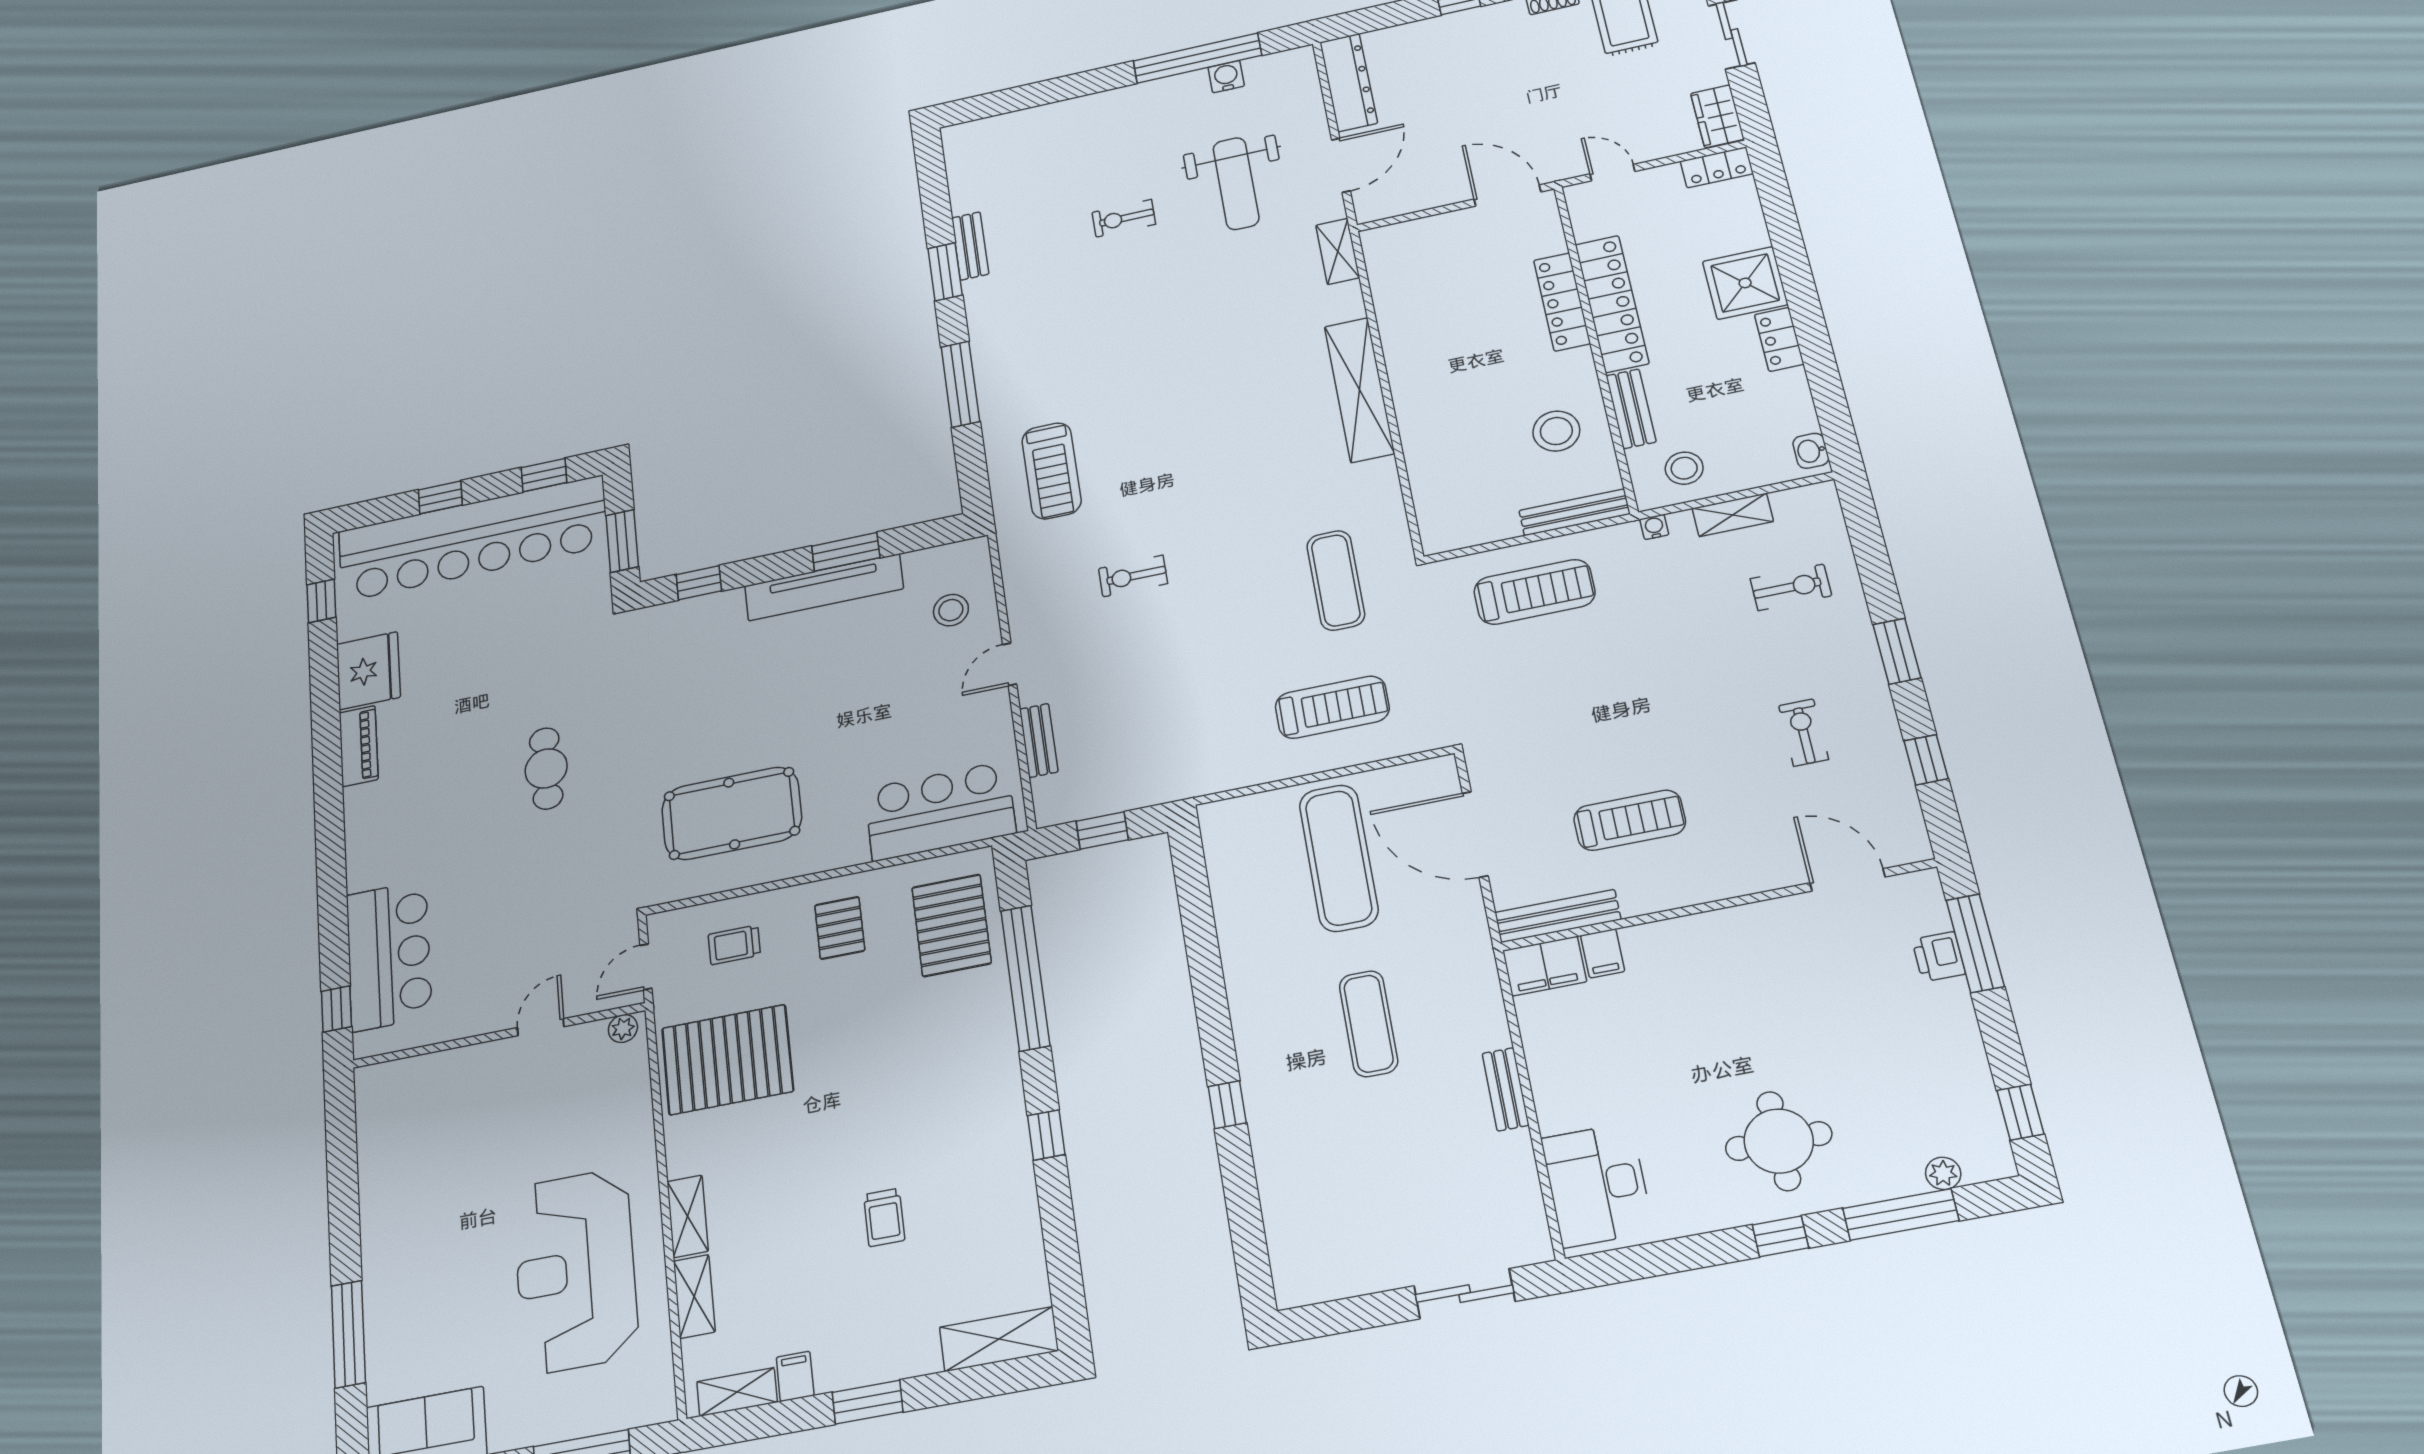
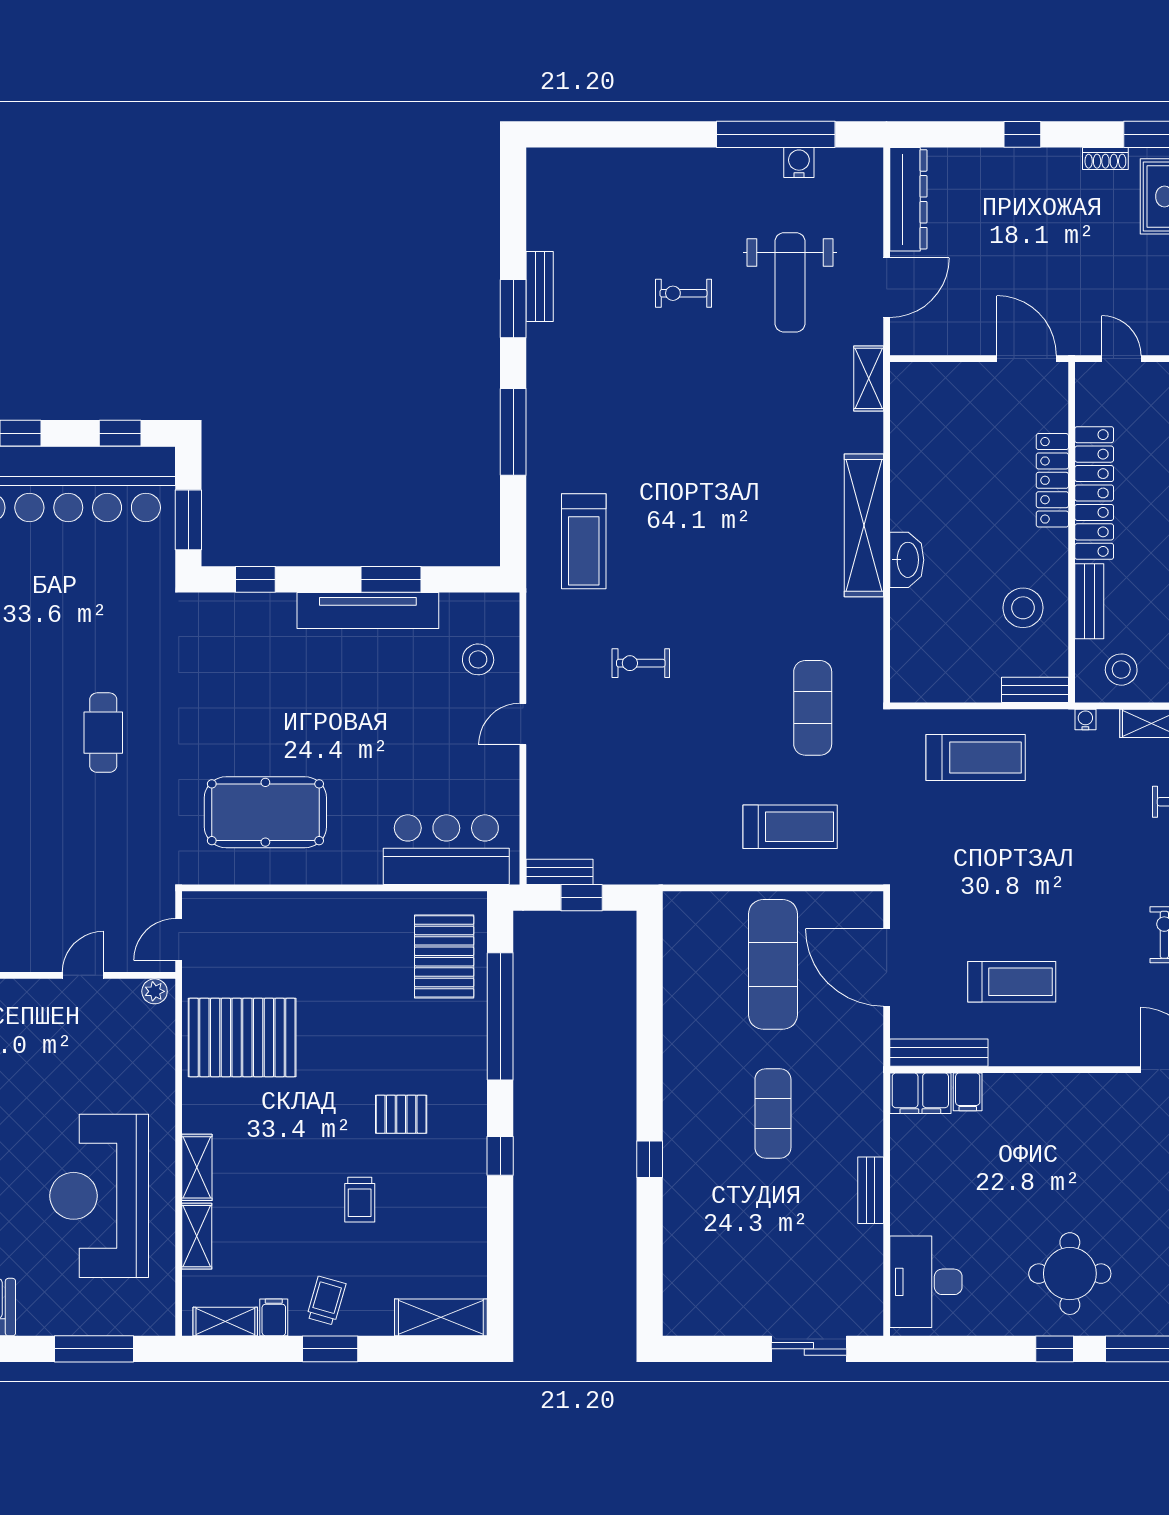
washbasin: (1414, 412) -> (907, 560), added
bench: (1575, 512) -> (1035, 690), width x0.73
bench: (1039, 740) -> (559, 872), moved, turned 90
pallet: (840, 928) -> (401, 1114), moved, turned 90
trolley: (734, 945) -> (326, 1301), moved, turned 106

